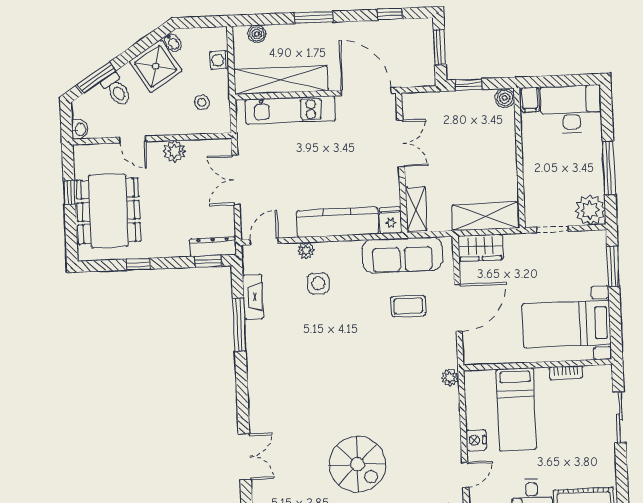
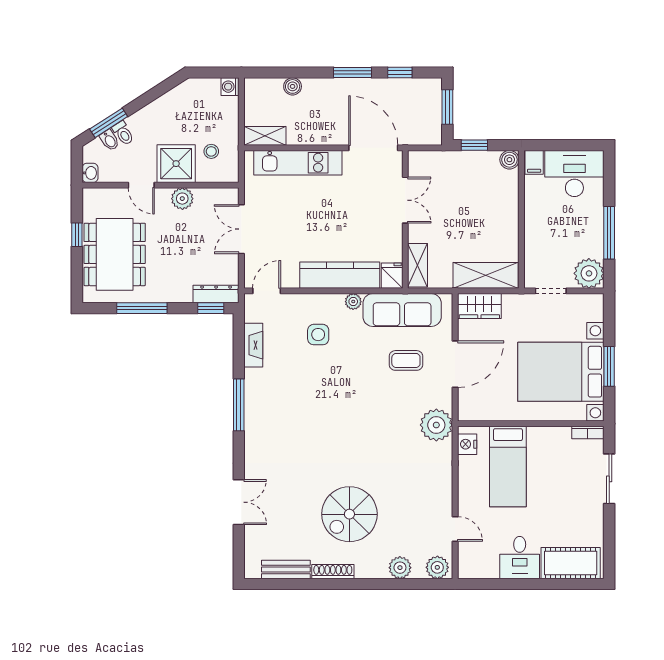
window: (314, 17) -> (352, 72), moved
boiler: (257, 34) -> (293, 86), moved
bidet: (173, 42) -> (109, 140), moved
washing machine: (219, 60) -> (230, 87), moved
shower: (156, 66) -> (176, 164), moved, turned 33
shelving: (281, 80) -> (265, 136), width x0.45, depth x0.75
toilet: (117, 90) -> (123, 133), width x0.73, depth x0.72
plant: (306, 250) -> (353, 302), moved
window: (138, 264) -> (142, 308), width x2.17
window: (613, 266) -> (609, 366), moved
bed with nightstands: (567, 324) -> (561, 372), width x1.36
window: (239, 325) -> (239, 405), moved
bookcase: (566, 373) -> (588, 433), moved
plant: (450, 378) -> (436, 425), width x1.88, depth x1.88
nightstand: (476, 440) -> (467, 444), moved
spiral stairs: (358, 464) -> (349, 514), turned 90
door: (465, 475) -> (455, 529), hinge flipped

